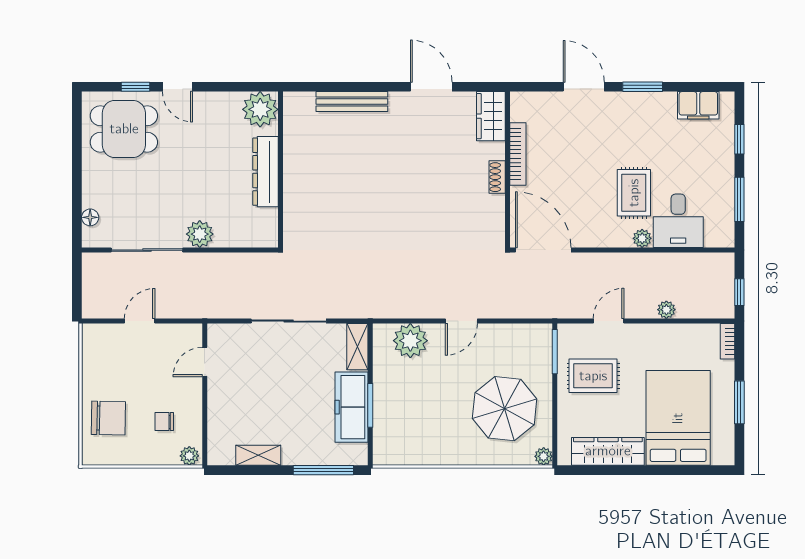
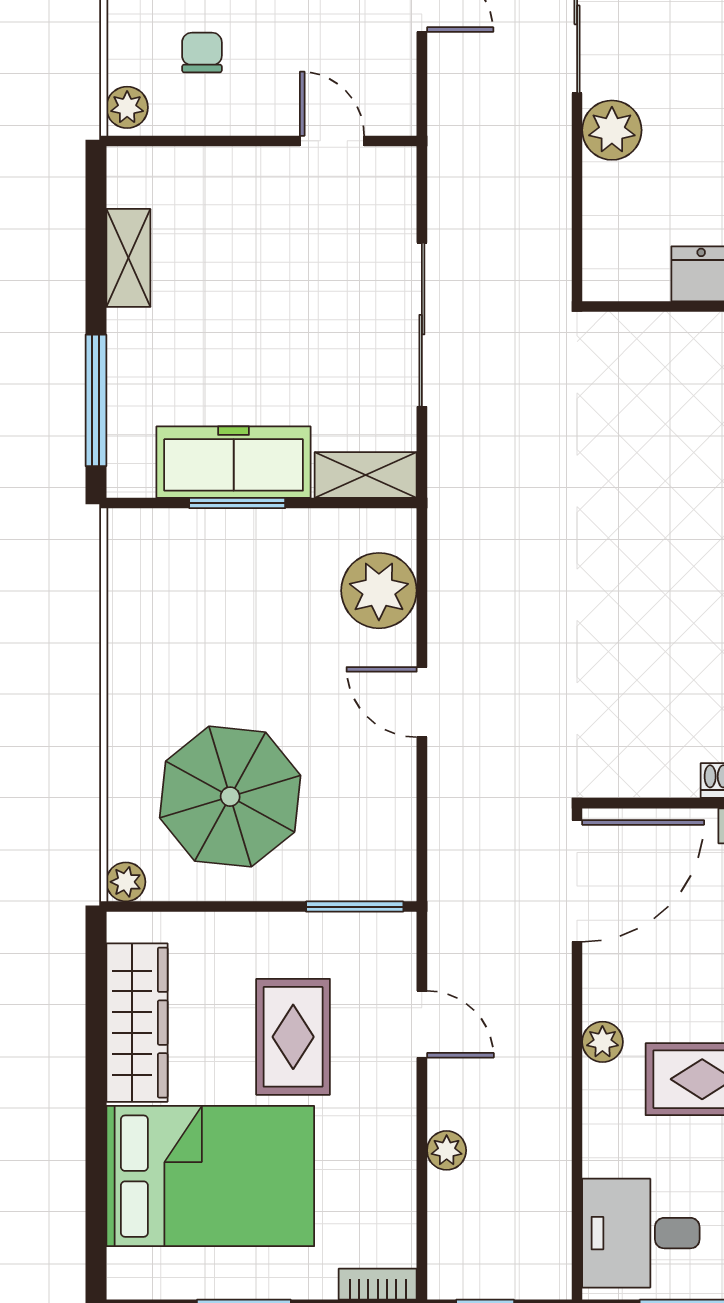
desk: (678, 221) -> (641, 1233), moved
plant: (642, 238) -> (602, 1042), moved
rug: (593, 376) -> (293, 1037), moved

